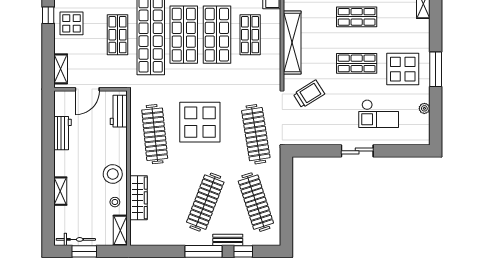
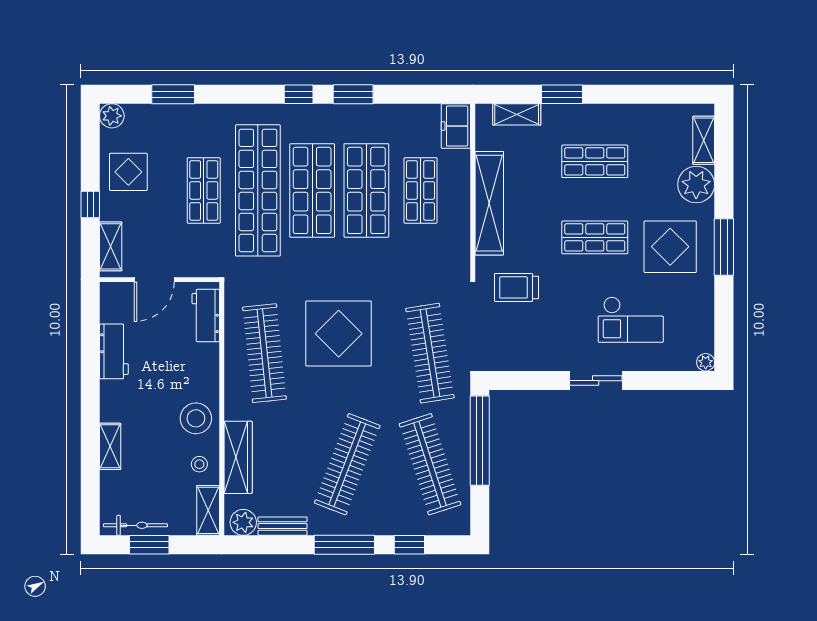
window: (48, 15) -> (90, 204), moved
plant: (419, 31) -> (696, 185), added
trolley: (309, 94) -> (517, 287), turned -148
plant: (424, 108) -> (706, 362), moved
window: (286, 188) -> (480, 441), added
plant: (142, 238) -> (243, 522), added
bench: (228, 240) -> (283, 526), moved

